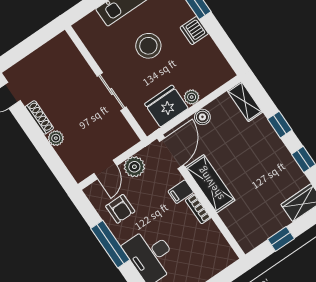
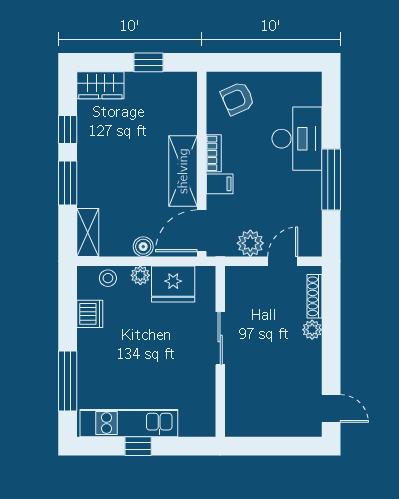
dishwasher: (194, 31) -> (90, 314), moved
stool: (148, 46) -> (108, 278), moved, width x0.53, depth x0.53
shoe rack: (39, 117) -> (314, 296), moved
window: (280, 125) -> (68, 183), width x1.50
armchair: (120, 209) -> (238, 98), moved, turned -114

